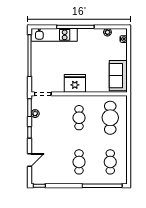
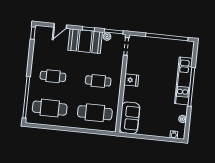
kitchen unit: (54, 35) -> (184, 81), moved
sofa: (118, 76) -> (130, 118), moved, turned 90
fridge: (75, 83) -> (131, 80), width x0.53, depth x0.75
booth: (42, 134) -> (85, 41), added
door: (30, 160) -> (60, 26), hinge flipped
cafe table: (110, 162) -> (50, 108), width x1.37, depth x1.35

